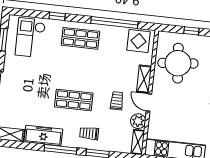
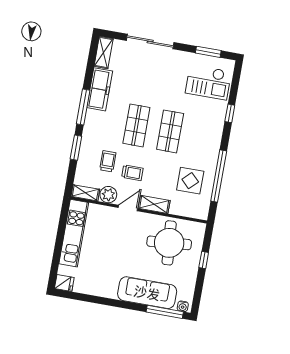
checkout: (30, 38) -> (208, 82), turned 180
shop shelf: (80, 38) -> (170, 131), moved
display table: (138, 41) -> (190, 181), moved
trolley: (89, 133) -> (108, 161), moved

